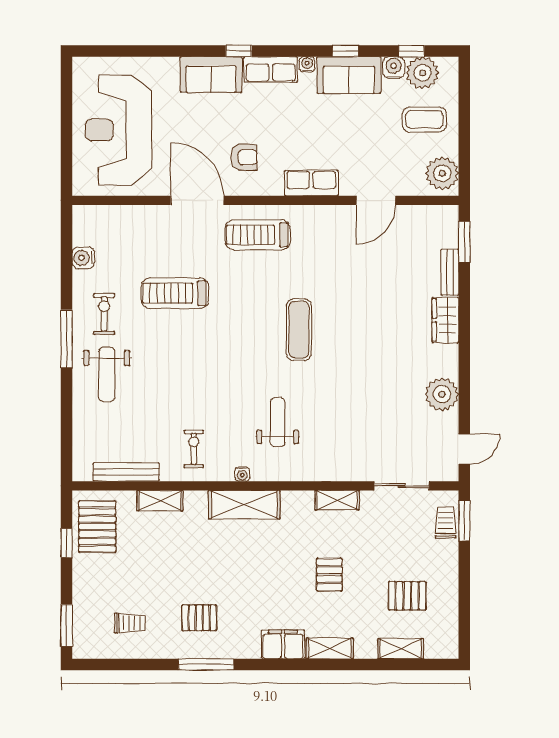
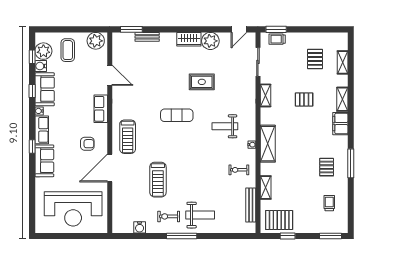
armchair: (244, 157) -> (87, 144), turned 90
wardrobe: (445, 320) -> (189, 39), moved
rug: (363, 378) -> (202, 82), added
door: (464, 449) -> (239, 29), swing flipped

